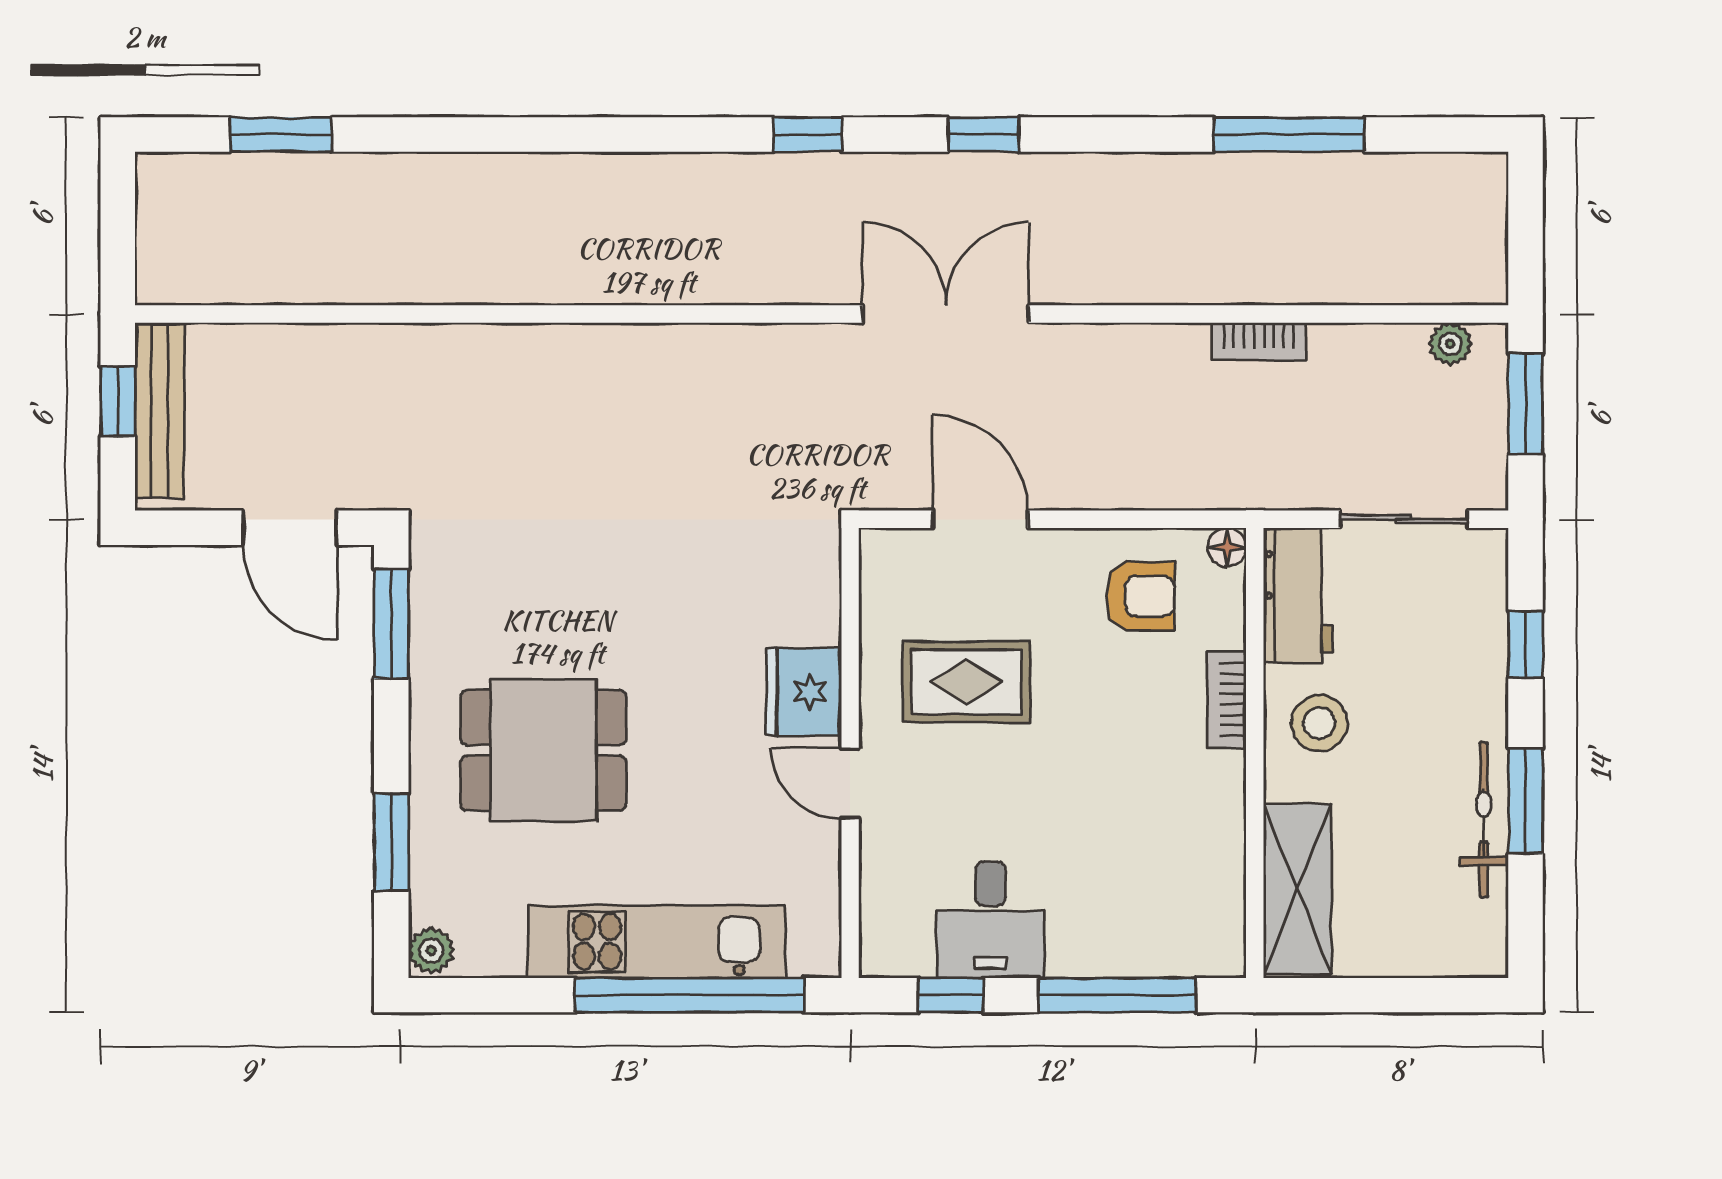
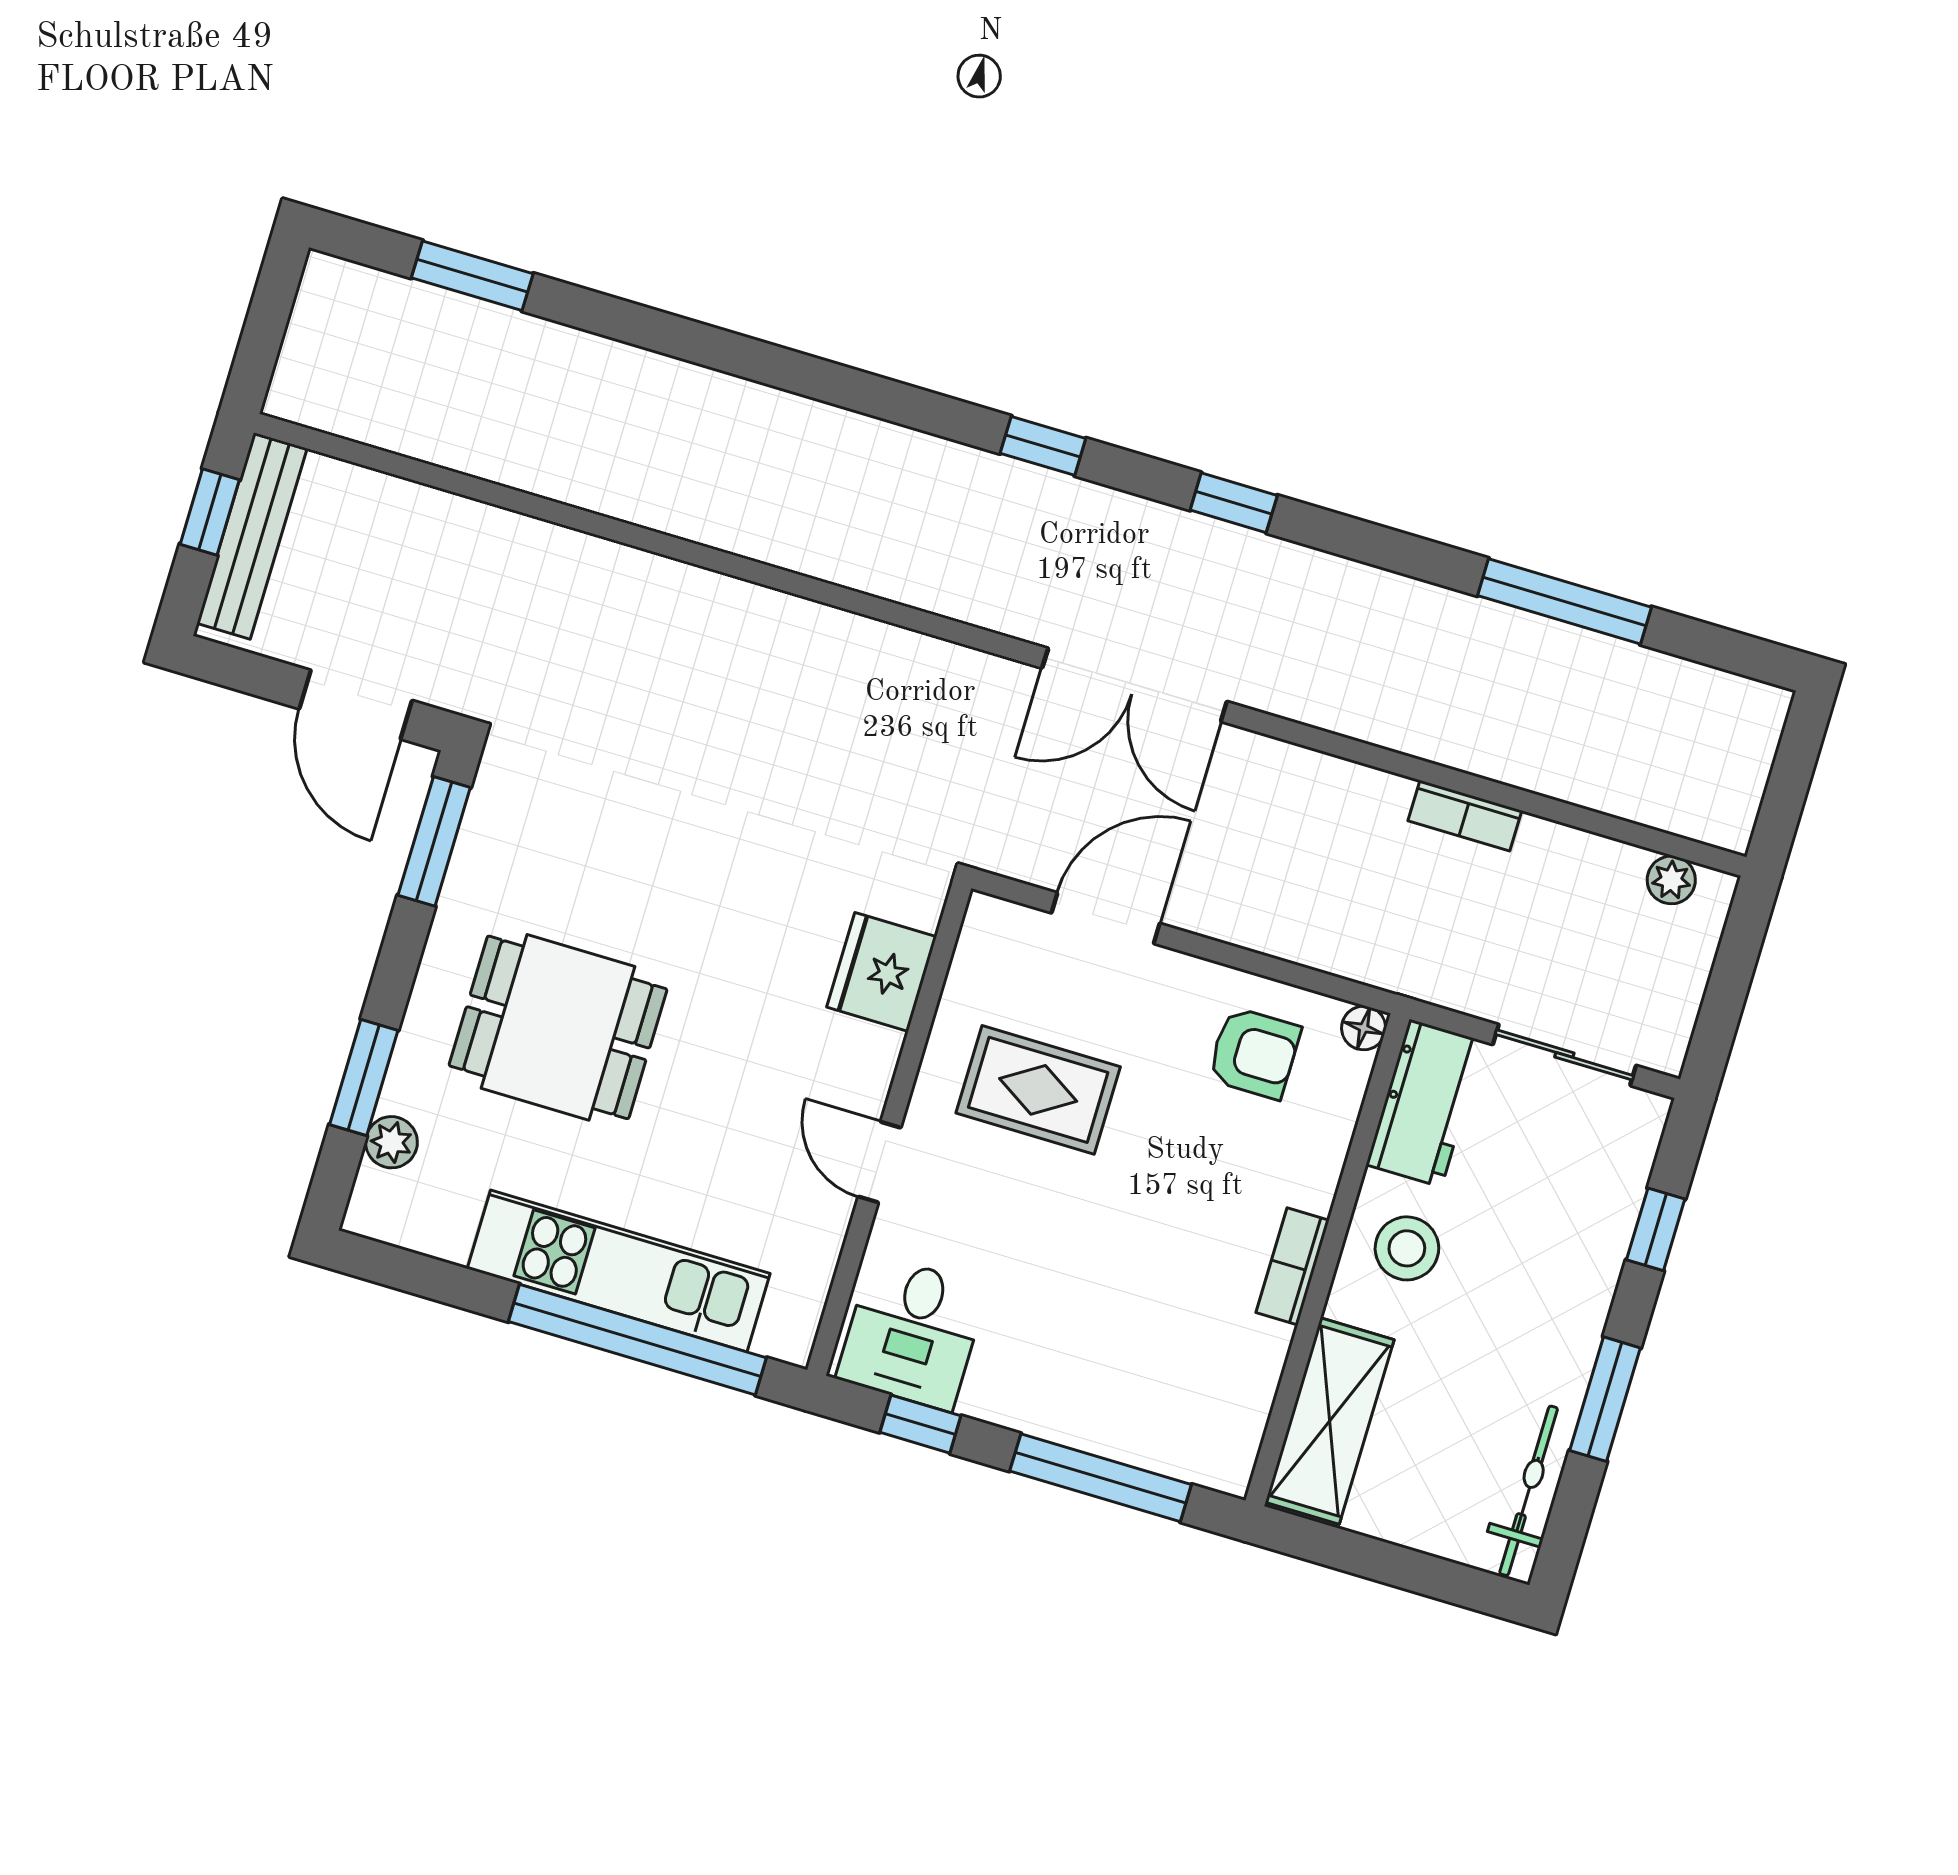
double door: (946, 314) -> (1134, 685), swing flipped
window: (1525, 404) -> (1733, 969), removed
door: (980, 519) -> (1106, 918), hinge flipped
fridge: (804, 692) -> (882, 972), moved
bookcase: (1227, 700) -> (1292, 1266), moved
bicycle: (1484, 820) -> (1529, 1491), moved
desk: (990, 920) -> (912, 1333), moved
plant: (431, 950) -> (391, 1142), moved

